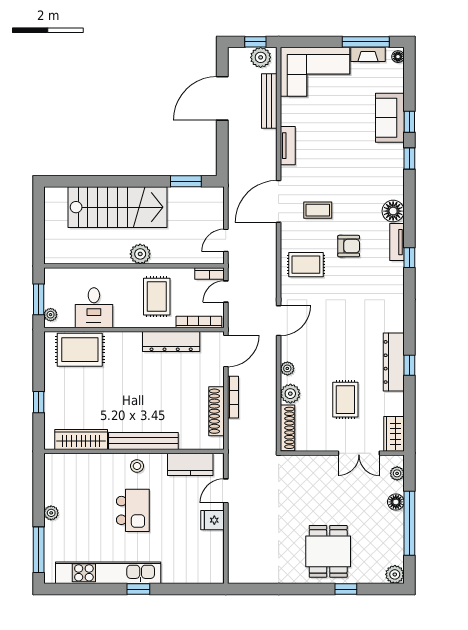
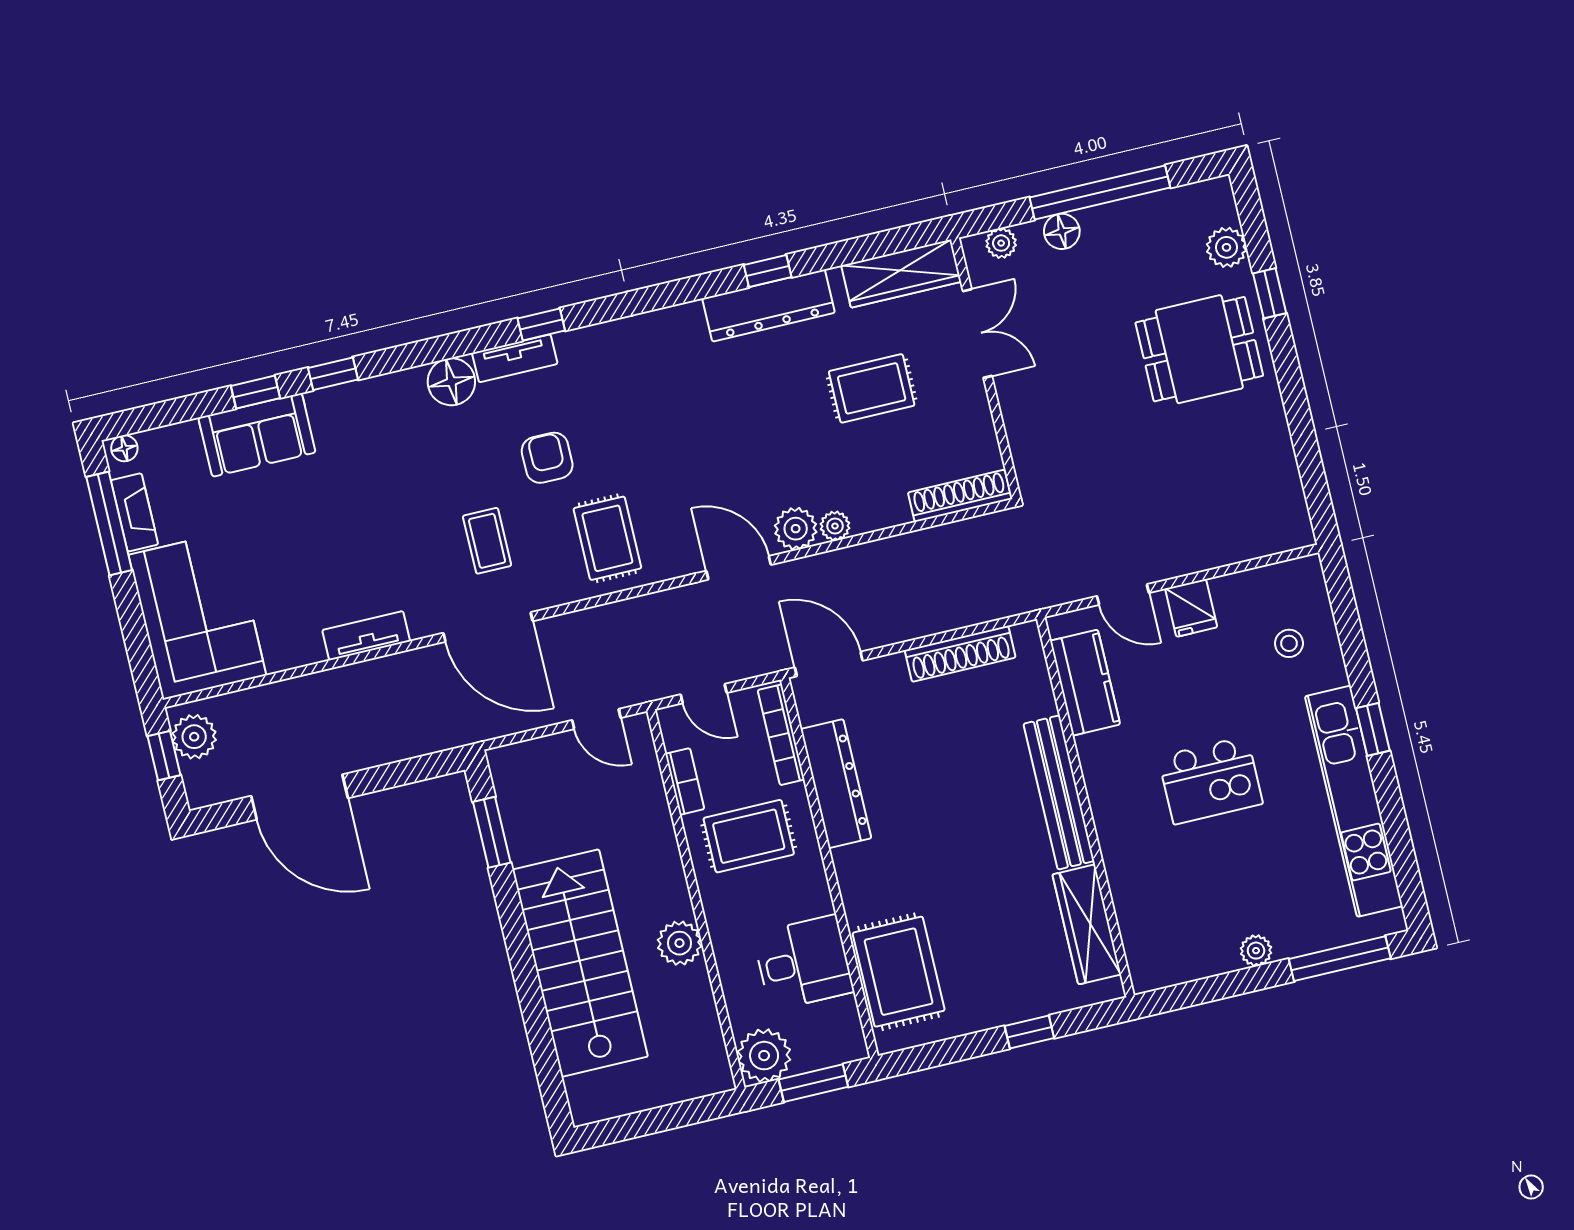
bench: (269, 101) -> (282, 697), removed
plant: (140, 254) -> (679, 943), moved
bookcase: (209, 274) -> (685, 781), moved
plant: (51, 315) -> (764, 1056), moved, width x1.88, depth x1.88
plant: (290, 394) -> (796, 529), moved
bookcase: (233, 397) -> (922, 626), removed
wardrobe: (394, 434) -> (901, 274), width x1.50
stool: (137, 466) -> (1289, 643), moved
kitchen island: (133, 510) -> (1210, 780), turned 180
plant: (395, 574) -> (1226, 247), moved

